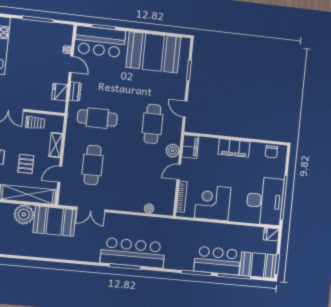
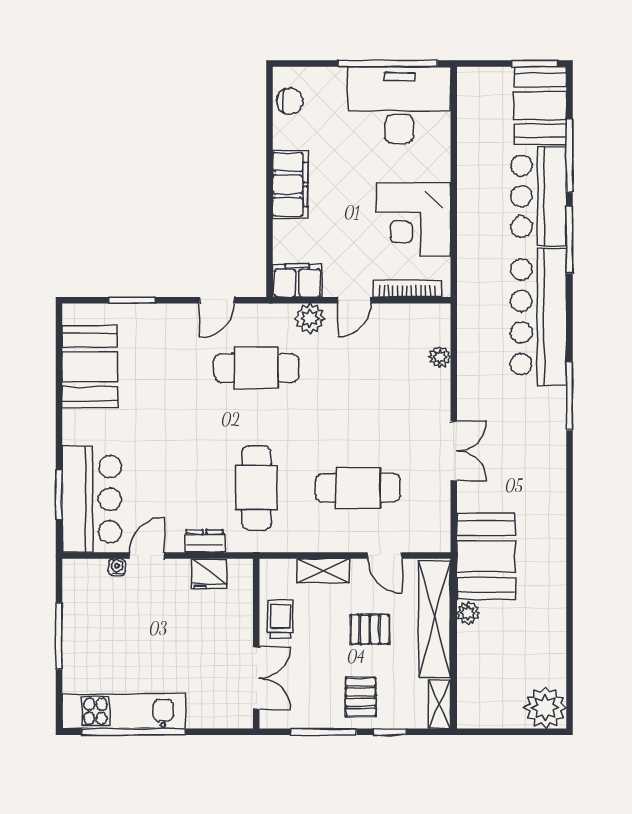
booth: (153, 52) -> (90, 367), width x0.73, depth x0.70
door: (179, 172) -> (354, 300), hinge flipped
double door: (91, 209) -> (454, 451), moved
plant: (24, 214) -> (468, 613), width x0.53, depth x0.53
fridge: (271, 234) -> (470, 83), removed
bar counter: (133, 253) -> (538, 317), moved

